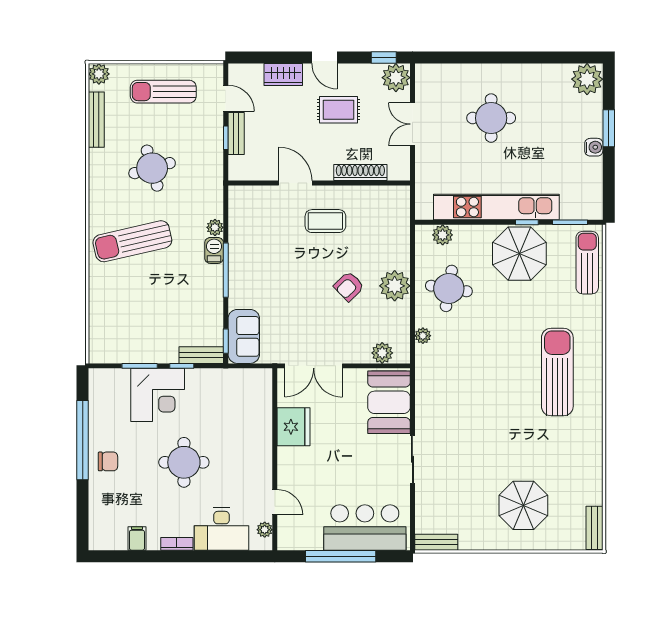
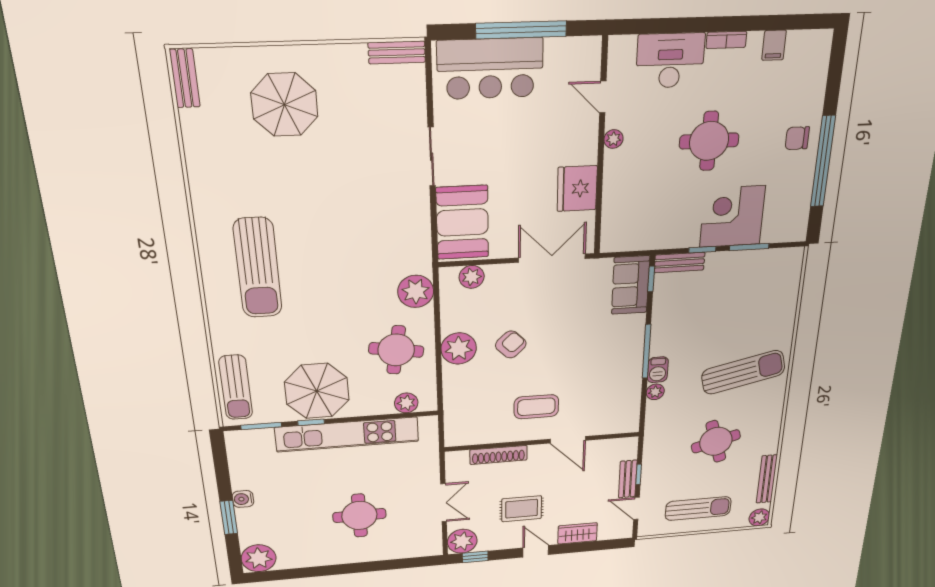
plant: (423, 336) -> (416, 291), width x1.87, depth x1.87
plant: (265, 530) -> (613, 139), moved

